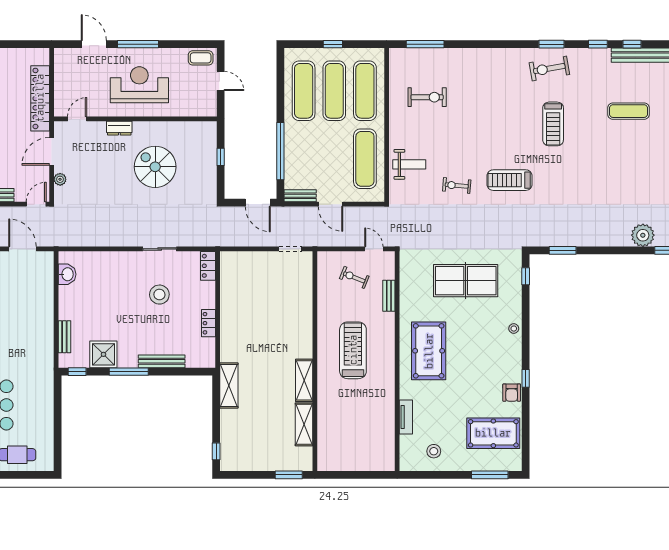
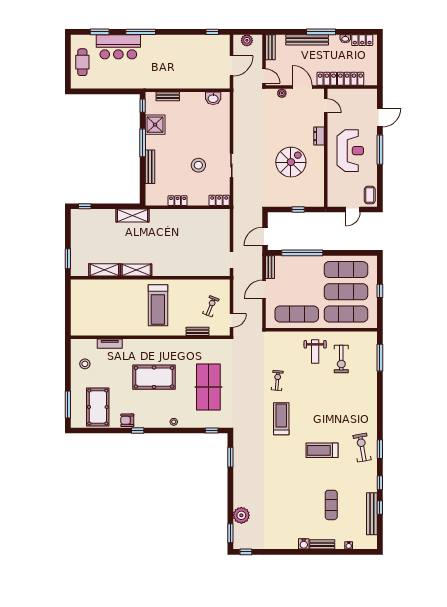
weight bench: (409, 164) -> (315, 351), moved
treadmill: (353, 350) -> (158, 305), turned 90
pool table: (429, 351) -> (154, 377), moved

